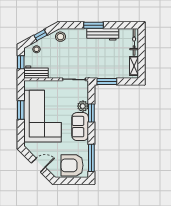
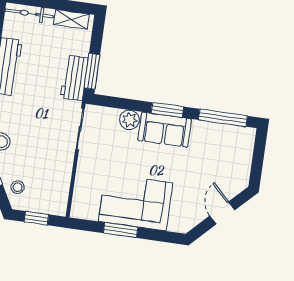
workbench: (36, 72) -> (74, 78), moved
window: (91, 113) -> (167, 110), moved
corner sofa: (42, 116) -> (136, 202), width x0.73, depth x0.74
armchair: (72, 165) -> (231, 154), removed

